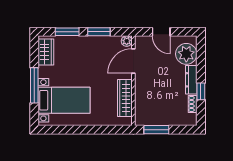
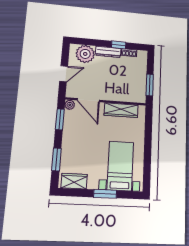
window: (99, 32) -> (60, 119), moved
window: (34, 85) -> (105, 194), width x0.69

